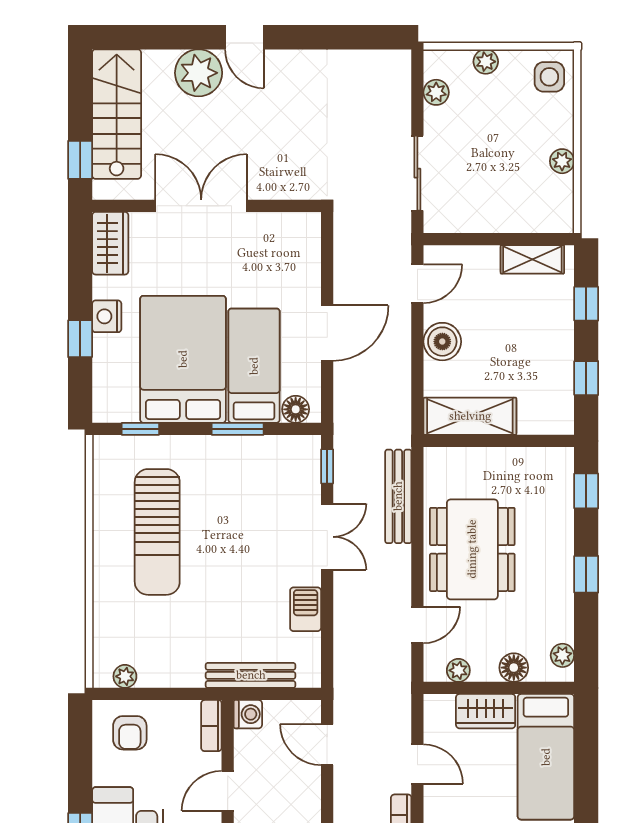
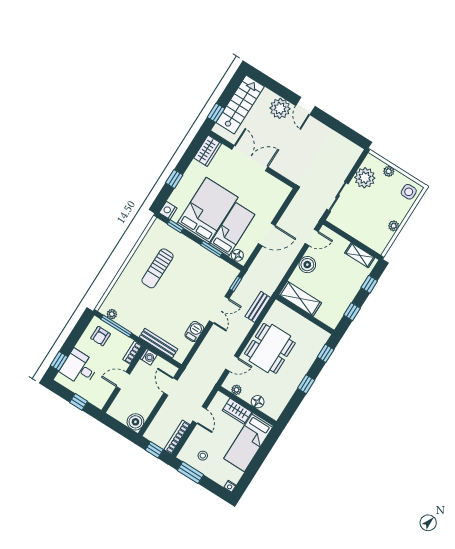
plant: (436, 92) -> (365, 178), width x1.88, depth x1.88
nightstand: (107, 316) -> (168, 210), moved
bench: (398, 496) -> (258, 307), width x0.73
sun lounger: (157, 532) -> (158, 268), width x0.73, depth x0.75
plant: (562, 655) -> (278, 409), removed
window: (148, 694) -> (116, 326), added

